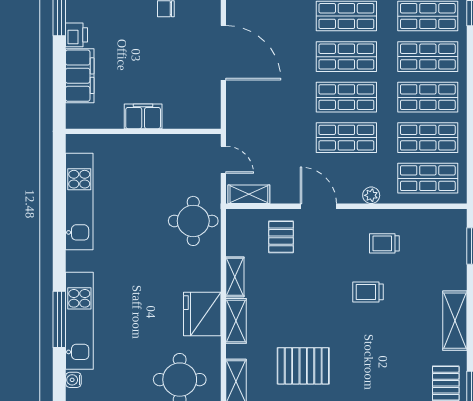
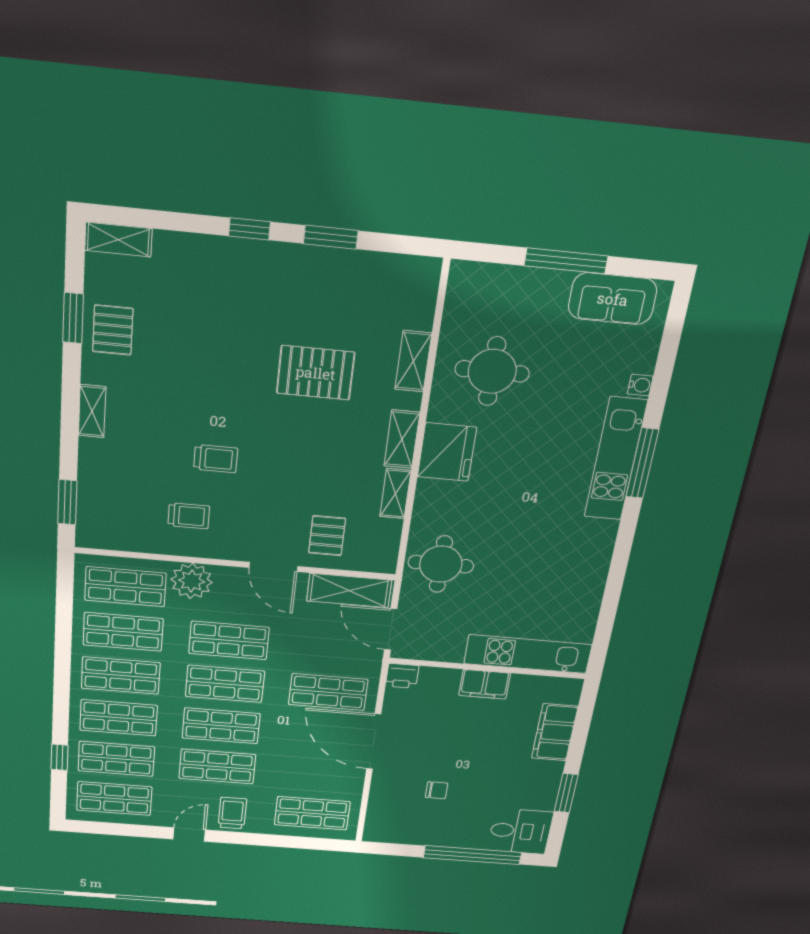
printer: (76, 35) -> (402, 676), moved, turned -90
shop shelf: (265, 97) -> (328, 692), added
door: (223, 160) -> (391, 629), width x1.38
shelving: (249, 194) -> (349, 591), width x1.50, depth x1.33
plant: (371, 195) -> (192, 581), width x1.88, depth x1.88
kitchen unit: (79, 201) -> (528, 654), moved, turned 90
shelving: (455, 321) -> (92, 411), width x0.67, depth x0.75

